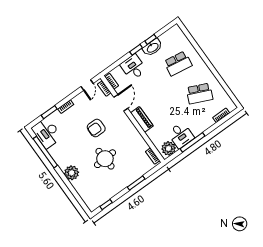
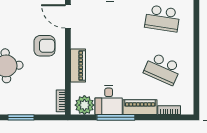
door: (121, 103) -> (68, 16), swing flipped
piano: (142, 119) -> (78, 66), moved
piano: (203, 126) -> (140, 107), added
armchair: (96, 128) -> (45, 46), moved, turned 180

